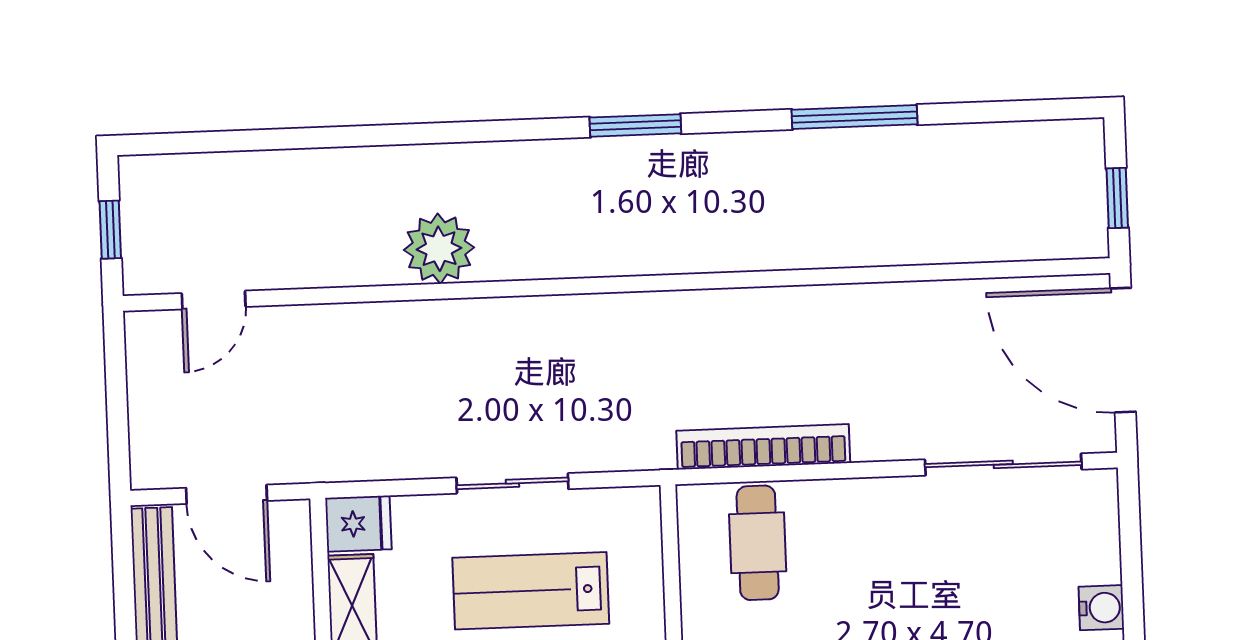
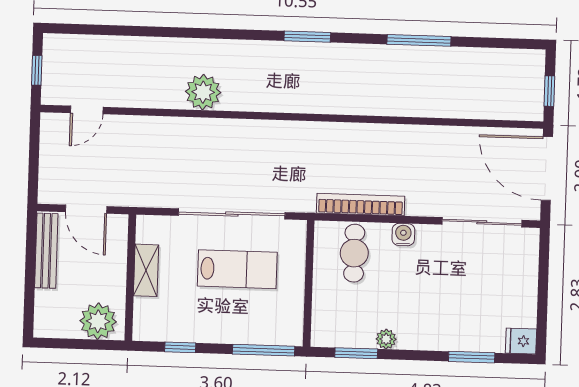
sliding door: (512, 483) -> (232, 214), width x1.86
fridge: (358, 524) -> (152, 229), removed
lab bench: (531, 591) -> (237, 269), turned 180
water cooler: (1101, 608) -> (403, 235), moved, turned -90

